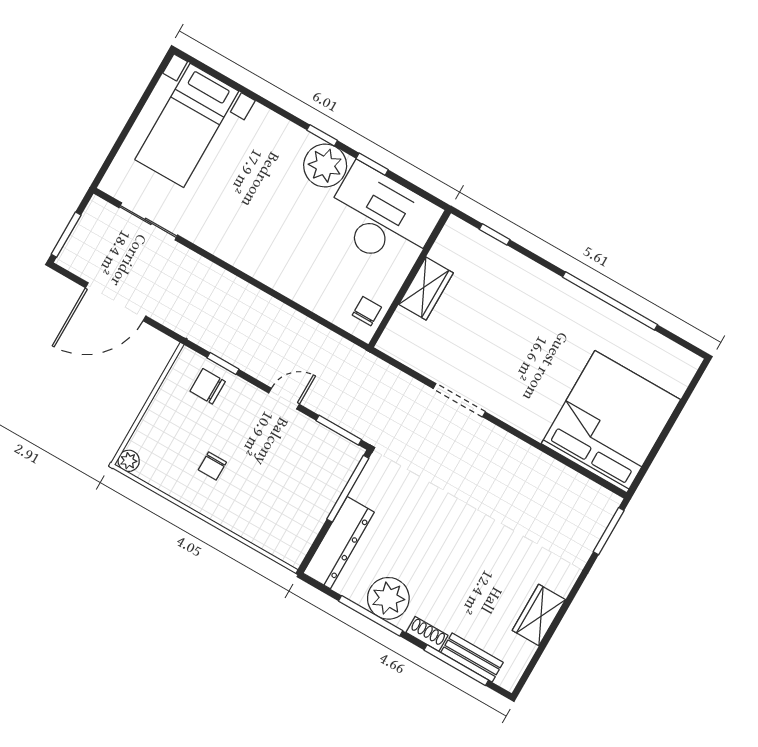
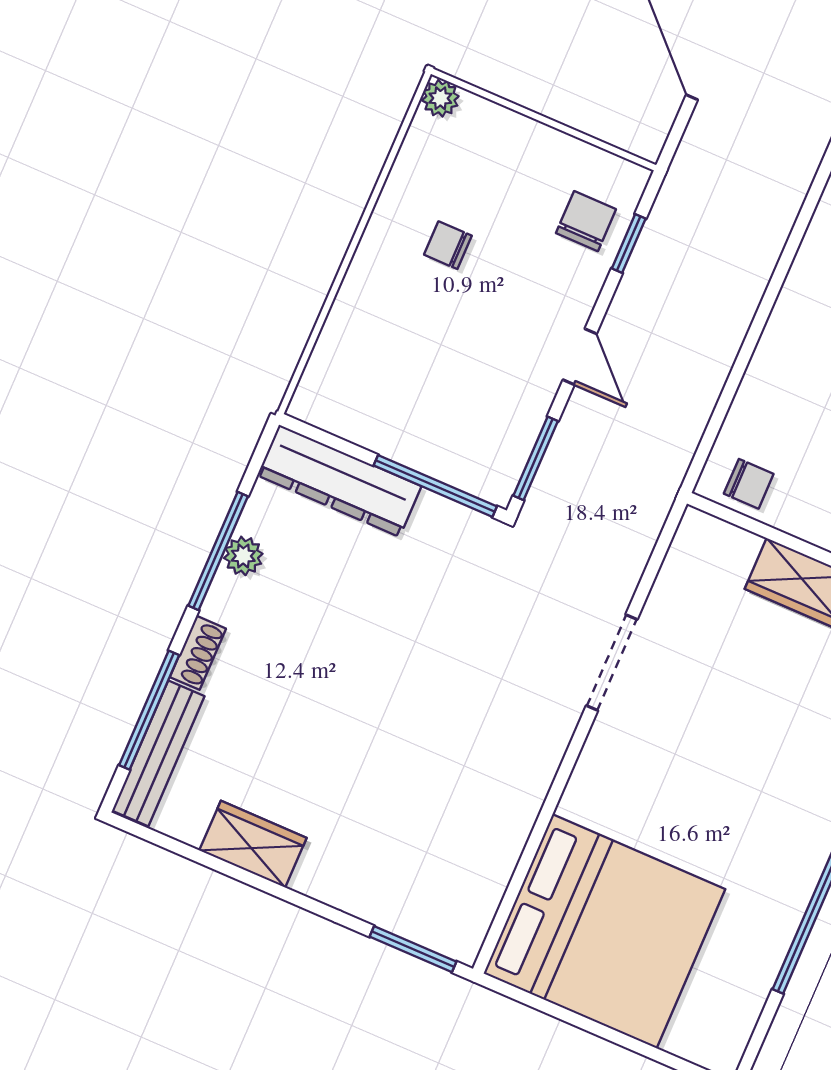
plant: (388, 598) -> (243, 556), width x0.53, depth x0.53
bench: (472, 657) -> (158, 753), width x1.36

